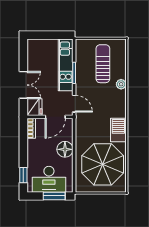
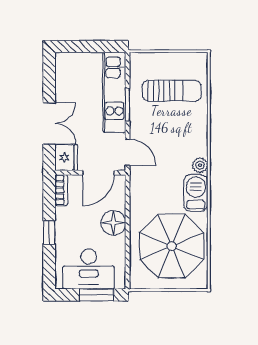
sun lounger: (103, 64) -> (172, 91), turned 90
plant: (121, 84) -> (200, 165), moved
window: (23, 175) -> (49, 232), moved

